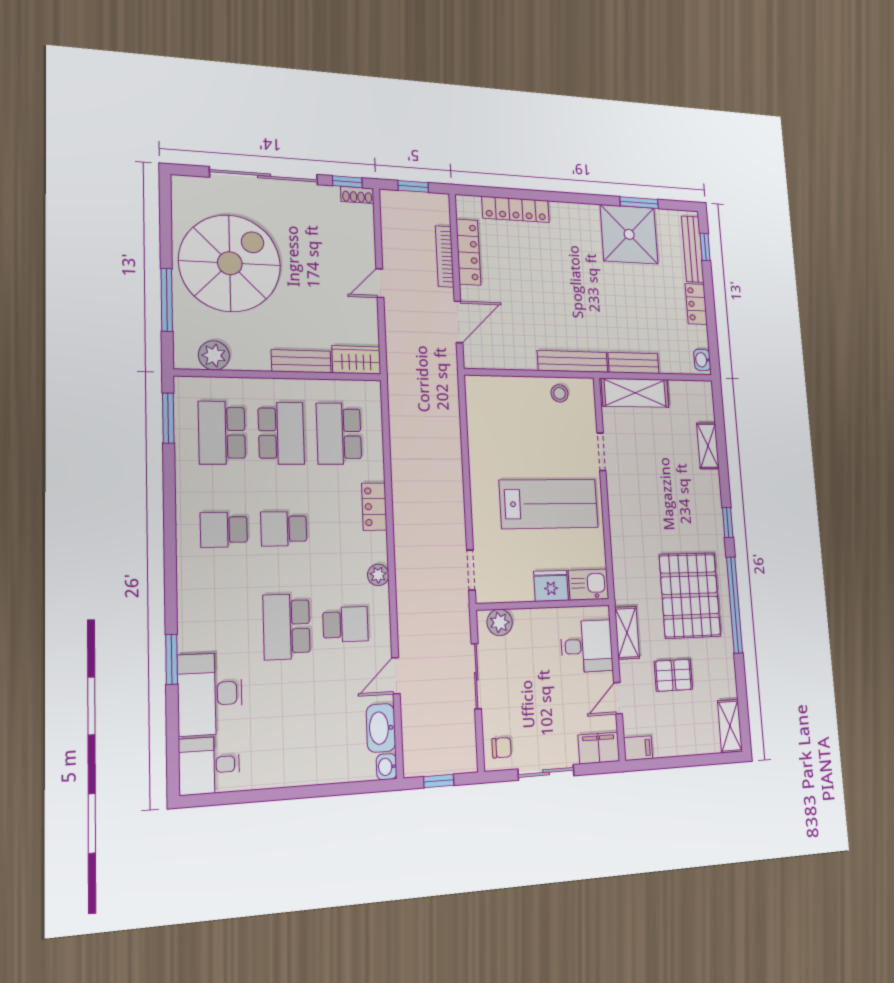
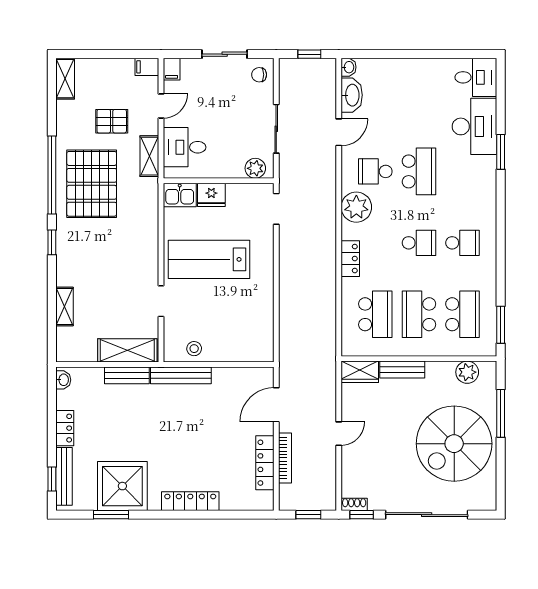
locker: (516, 209) -> (190, 501), moved
plant: (378, 575) -> (356, 207), width x1.88, depth x1.88
filing cabinet: (599, 748) -> (172, 69), width x0.50

